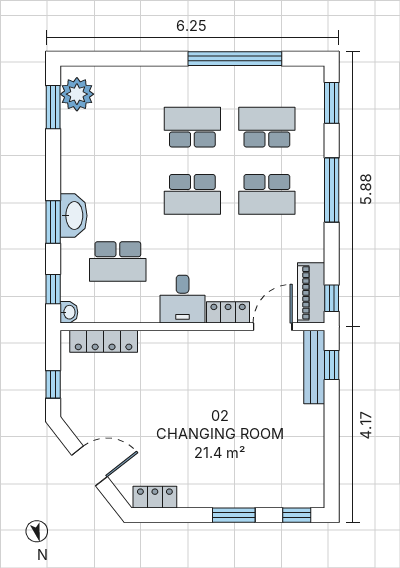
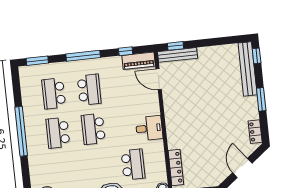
window: (235, 59) -> (21, 131), moved
school desk: (192, 194) -> (93, 129), turned 180
window: (332, 298) -> (126, 51), moved
locker: (228, 312) -> (154, 103), removed
bench: (274, 496) -> (248, 69), added
window: (234, 515) -> (261, 99), moved

